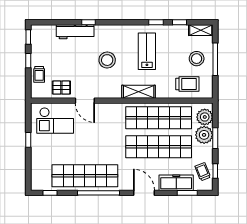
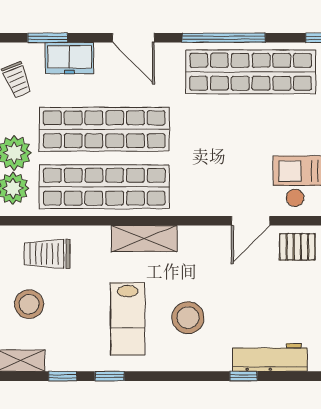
stool: (107, 60) -> (188, 318), moved
door: (85, 101) -> (251, 221), swing flipped
freezer: (176, 183) -> (69, 58), width x0.71

